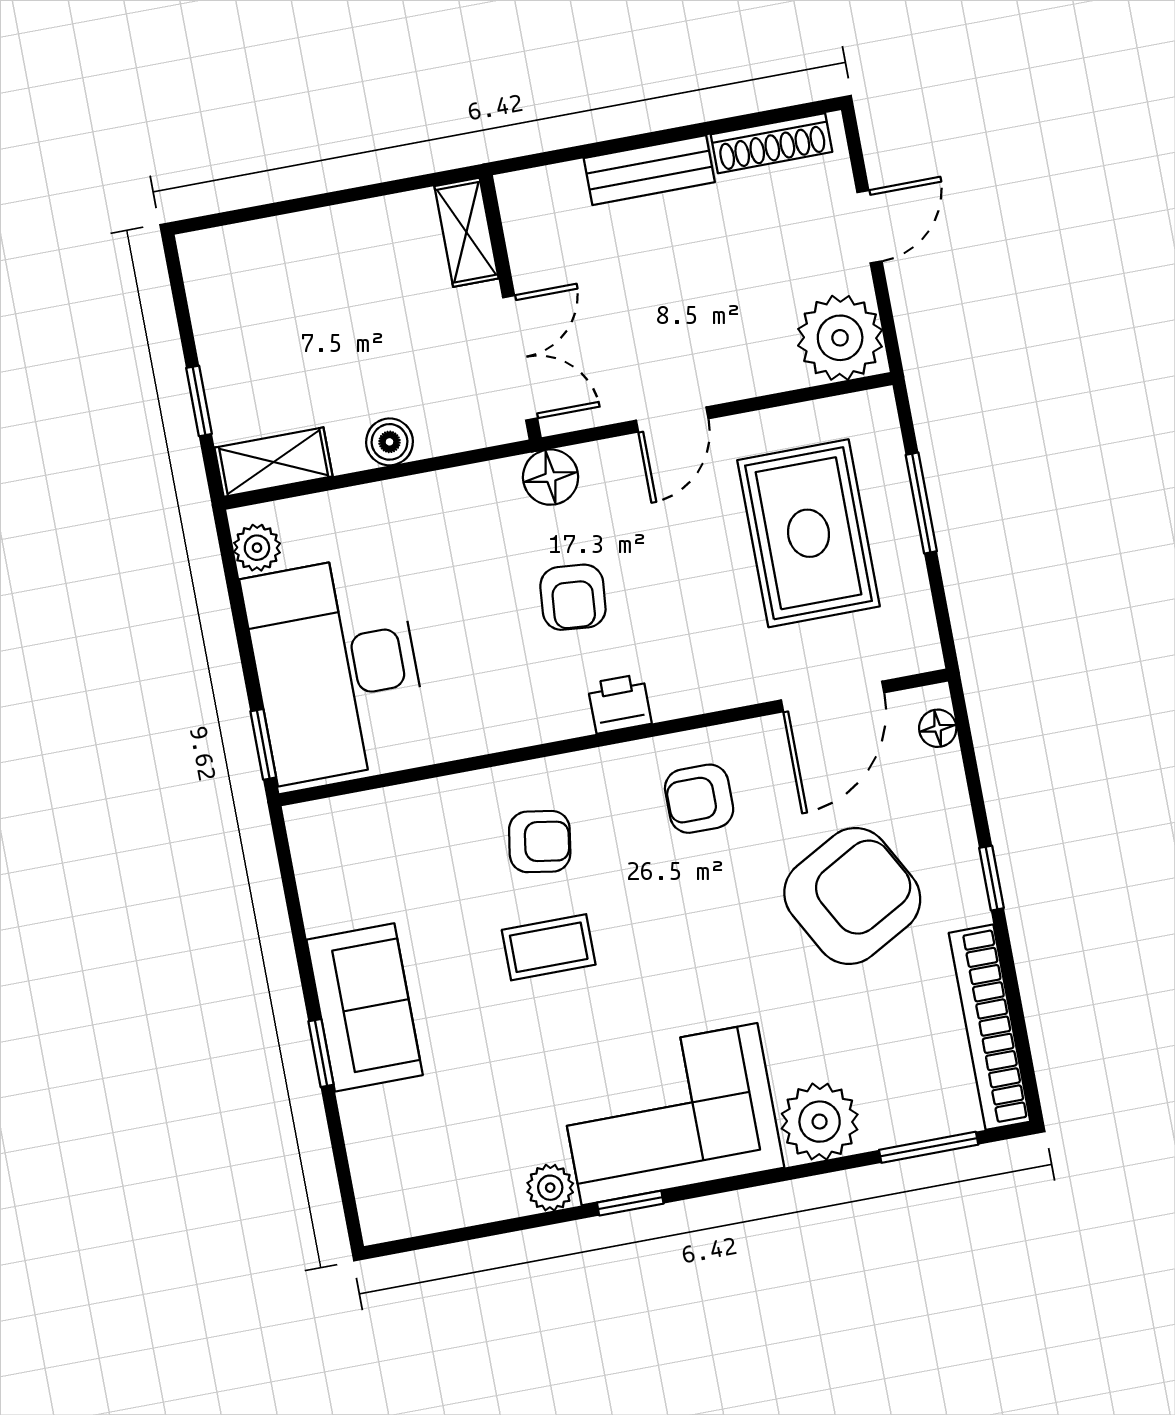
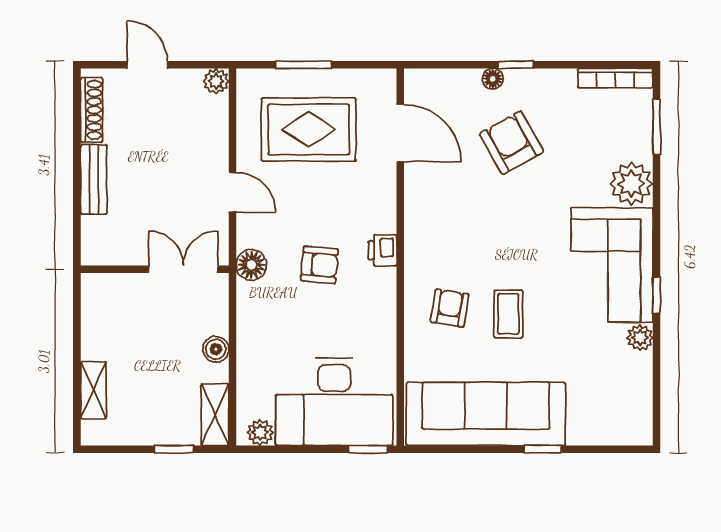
shelving: (466, 232) -> (93, 390), moved, turned 90
plant: (840, 338) -> (216, 81), width x0.53, depth x0.53
floor lamp: (938, 728) -> (493, 79), moved
armchair: (699, 799) -> (443, 216), removed
armchair: (852, 896) -> (511, 143), width x0.73, depth x0.73
sofa: (365, 1007) -> (486, 414), width x1.85, depth x1.27
bookcase: (989, 1027) -> (615, 78), width x0.68, depth x0.76

